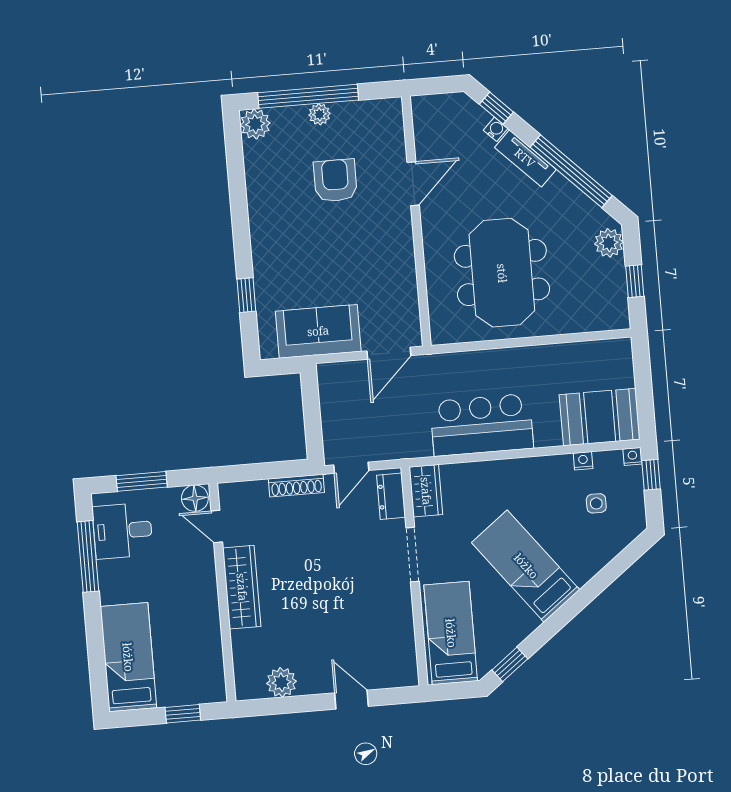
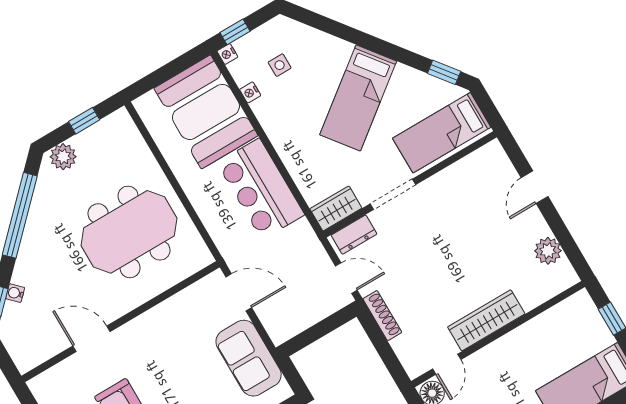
tv unit: (525, 158) -> (27, 257), removed
booth: (600, 417) -> (206, 112), width x1.36, depth x1.42

